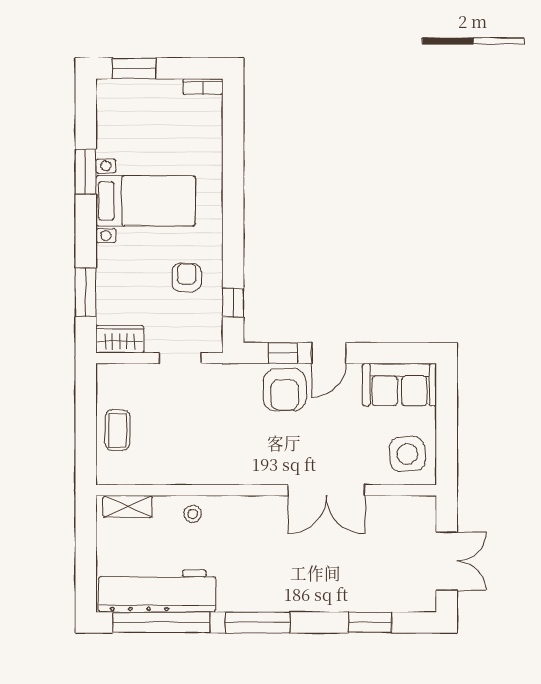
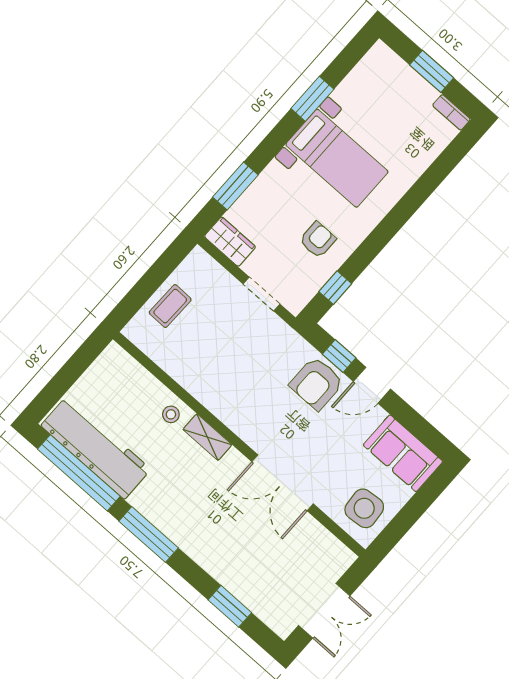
window: (134, 68) -> (432, 71), moved
shelving: (128, 506) -> (207, 437), moved

